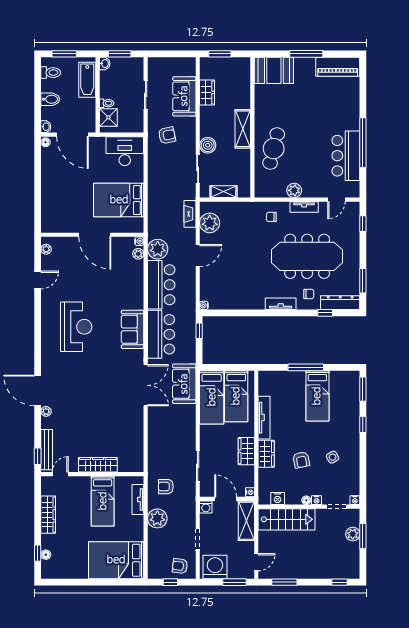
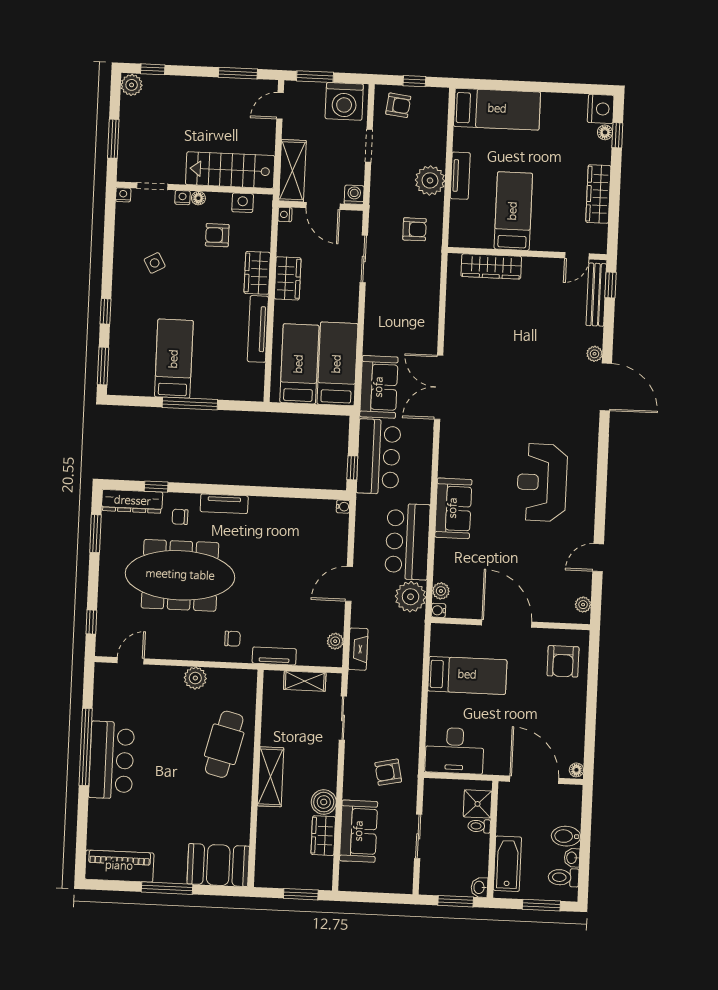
washbasin: (46, 127) -> (572, 858), moved
boiler: (208, 145) -> (324, 802), moved
bar counter: (346, 156) -> (112, 760), moved
bed: (119, 200) -> (467, 675), width x0.67
tv unit: (304, 207) -> (274, 656), moved
armchair: (57, 212) -> (563, 661), added
plant: (210, 223) -> (335, 641), width x0.53, depth x0.53
sofa: (133, 329) -> (453, 508), moved
bar counter: (161, 334) -> (379, 457), moved, turned 180
armchair: (301, 460) -> (217, 235), moved, turned -78
wardrobe: (98, 465) -> (491, 266), moved
tv unit: (138, 499) -> (460, 176), moved
plant: (353, 534) -> (132, 85), moved
bed: (116, 560) -> (497, 109), width x0.67
nightstand: (49, 570) -> (601, 109), added

